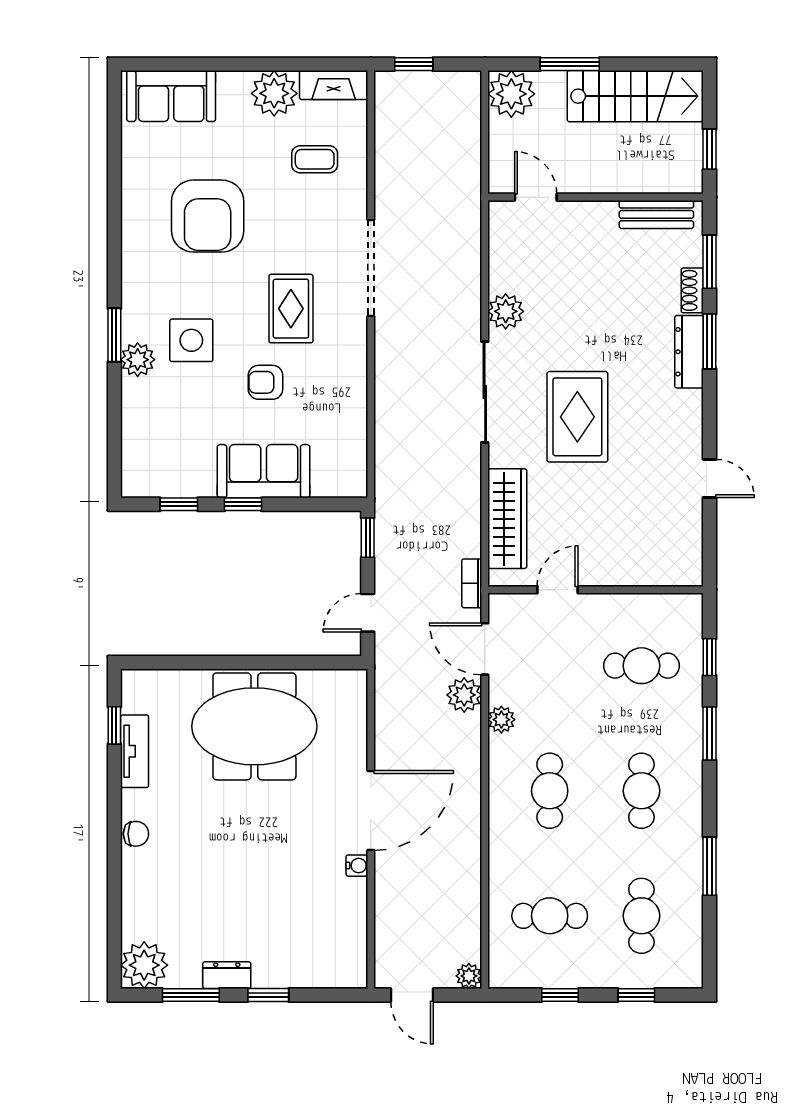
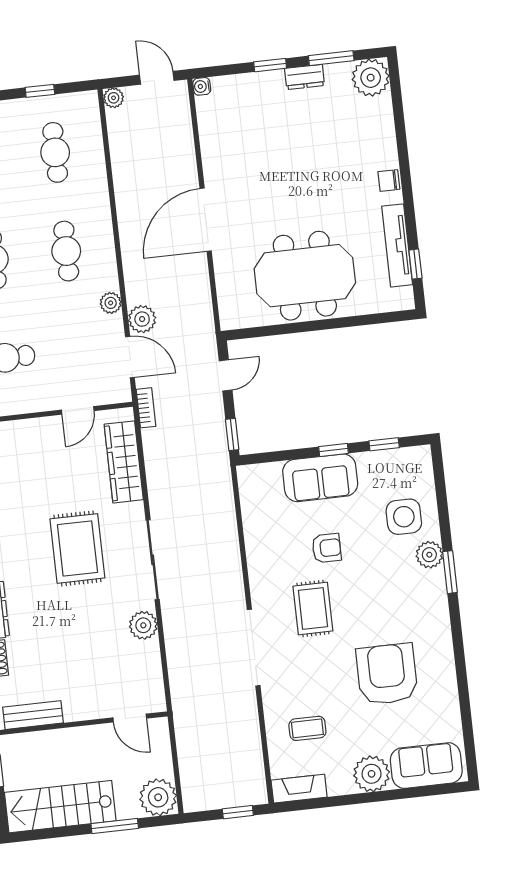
plant: (274, 93) -> (372, 774), moved
side table: (191, 340) -> (404, 517), moved
tv unit: (135, 751) -> (397, 245), width x1.41
water cooler: (357, 866) -> (202, 86), moved
cafe table: (550, 916) -> (55, 152), turned 90

